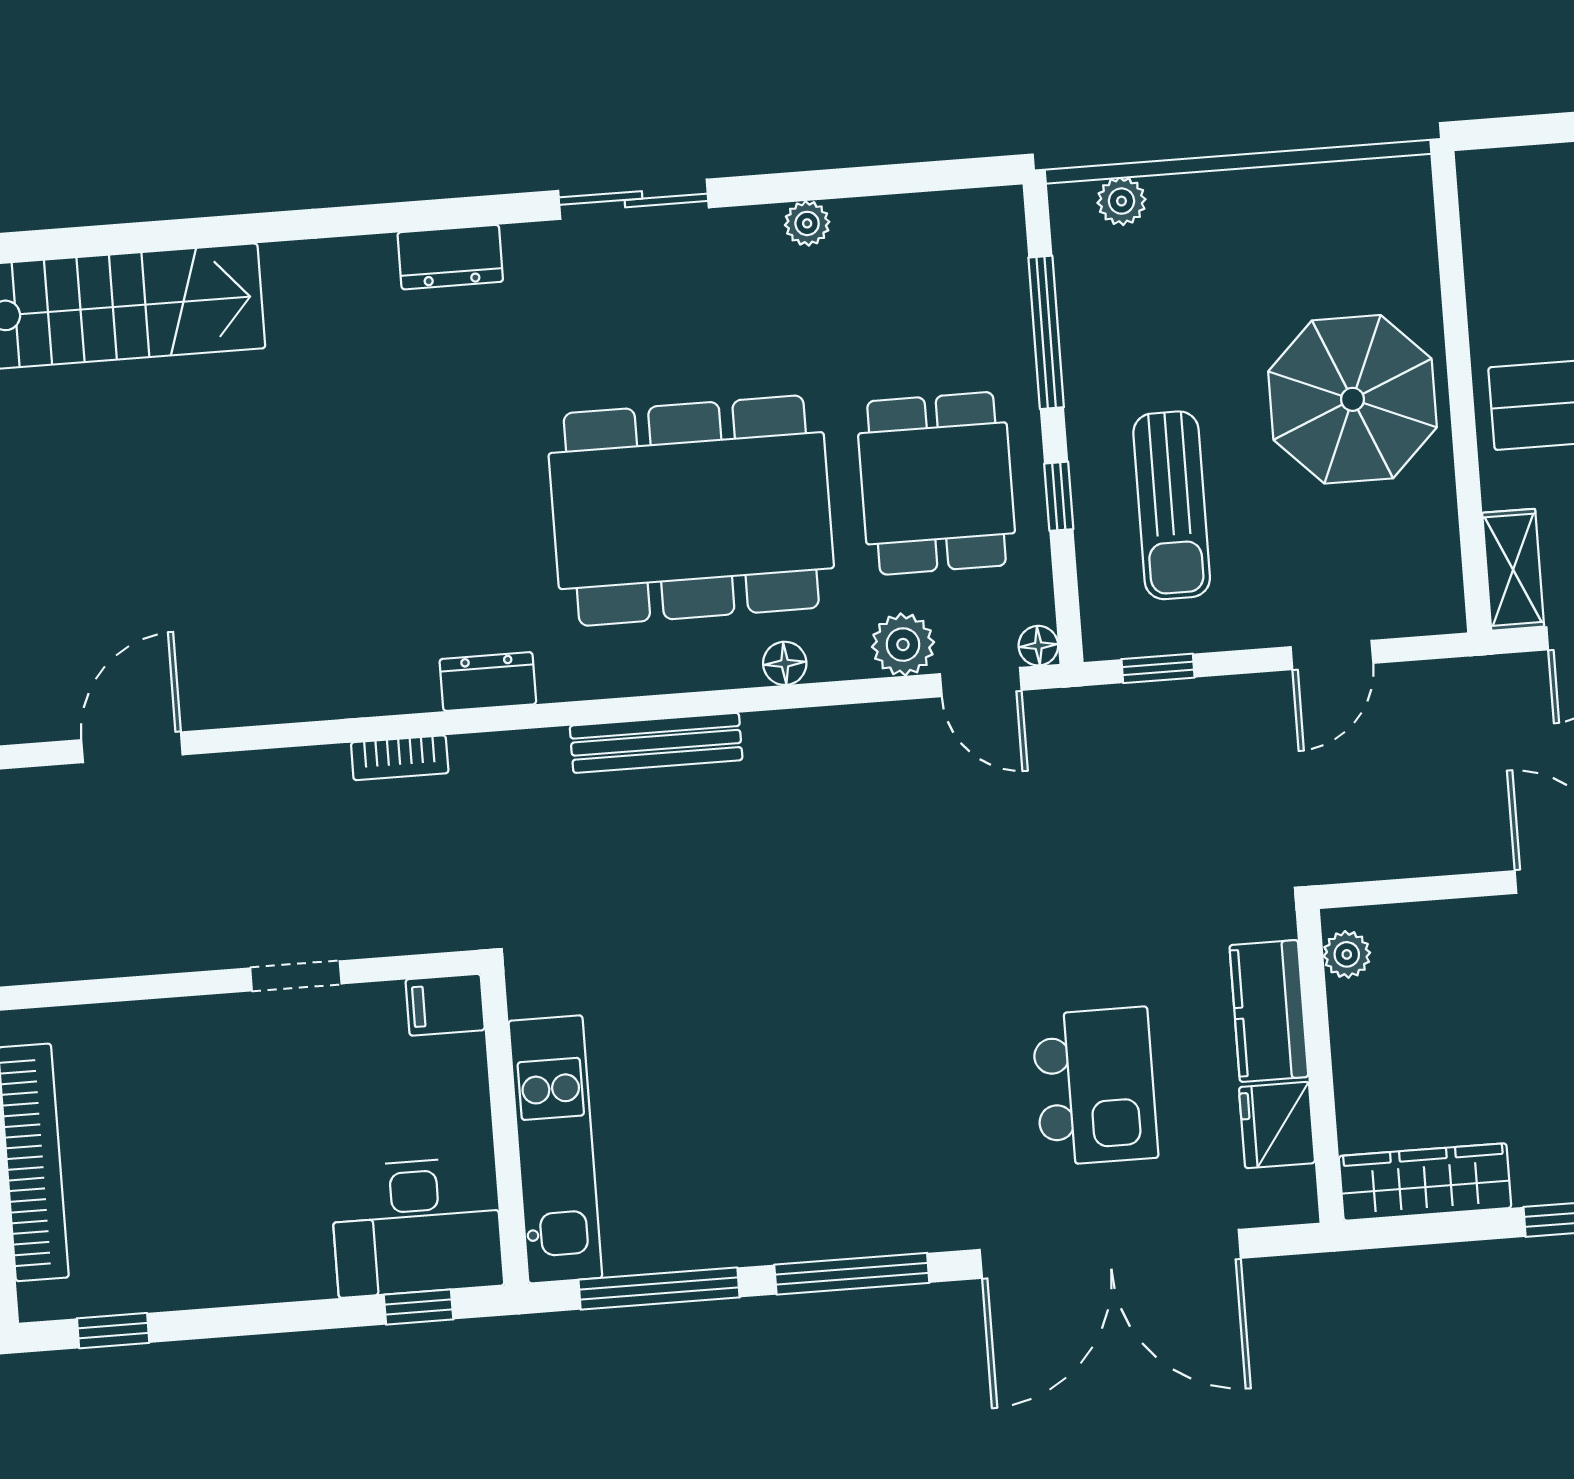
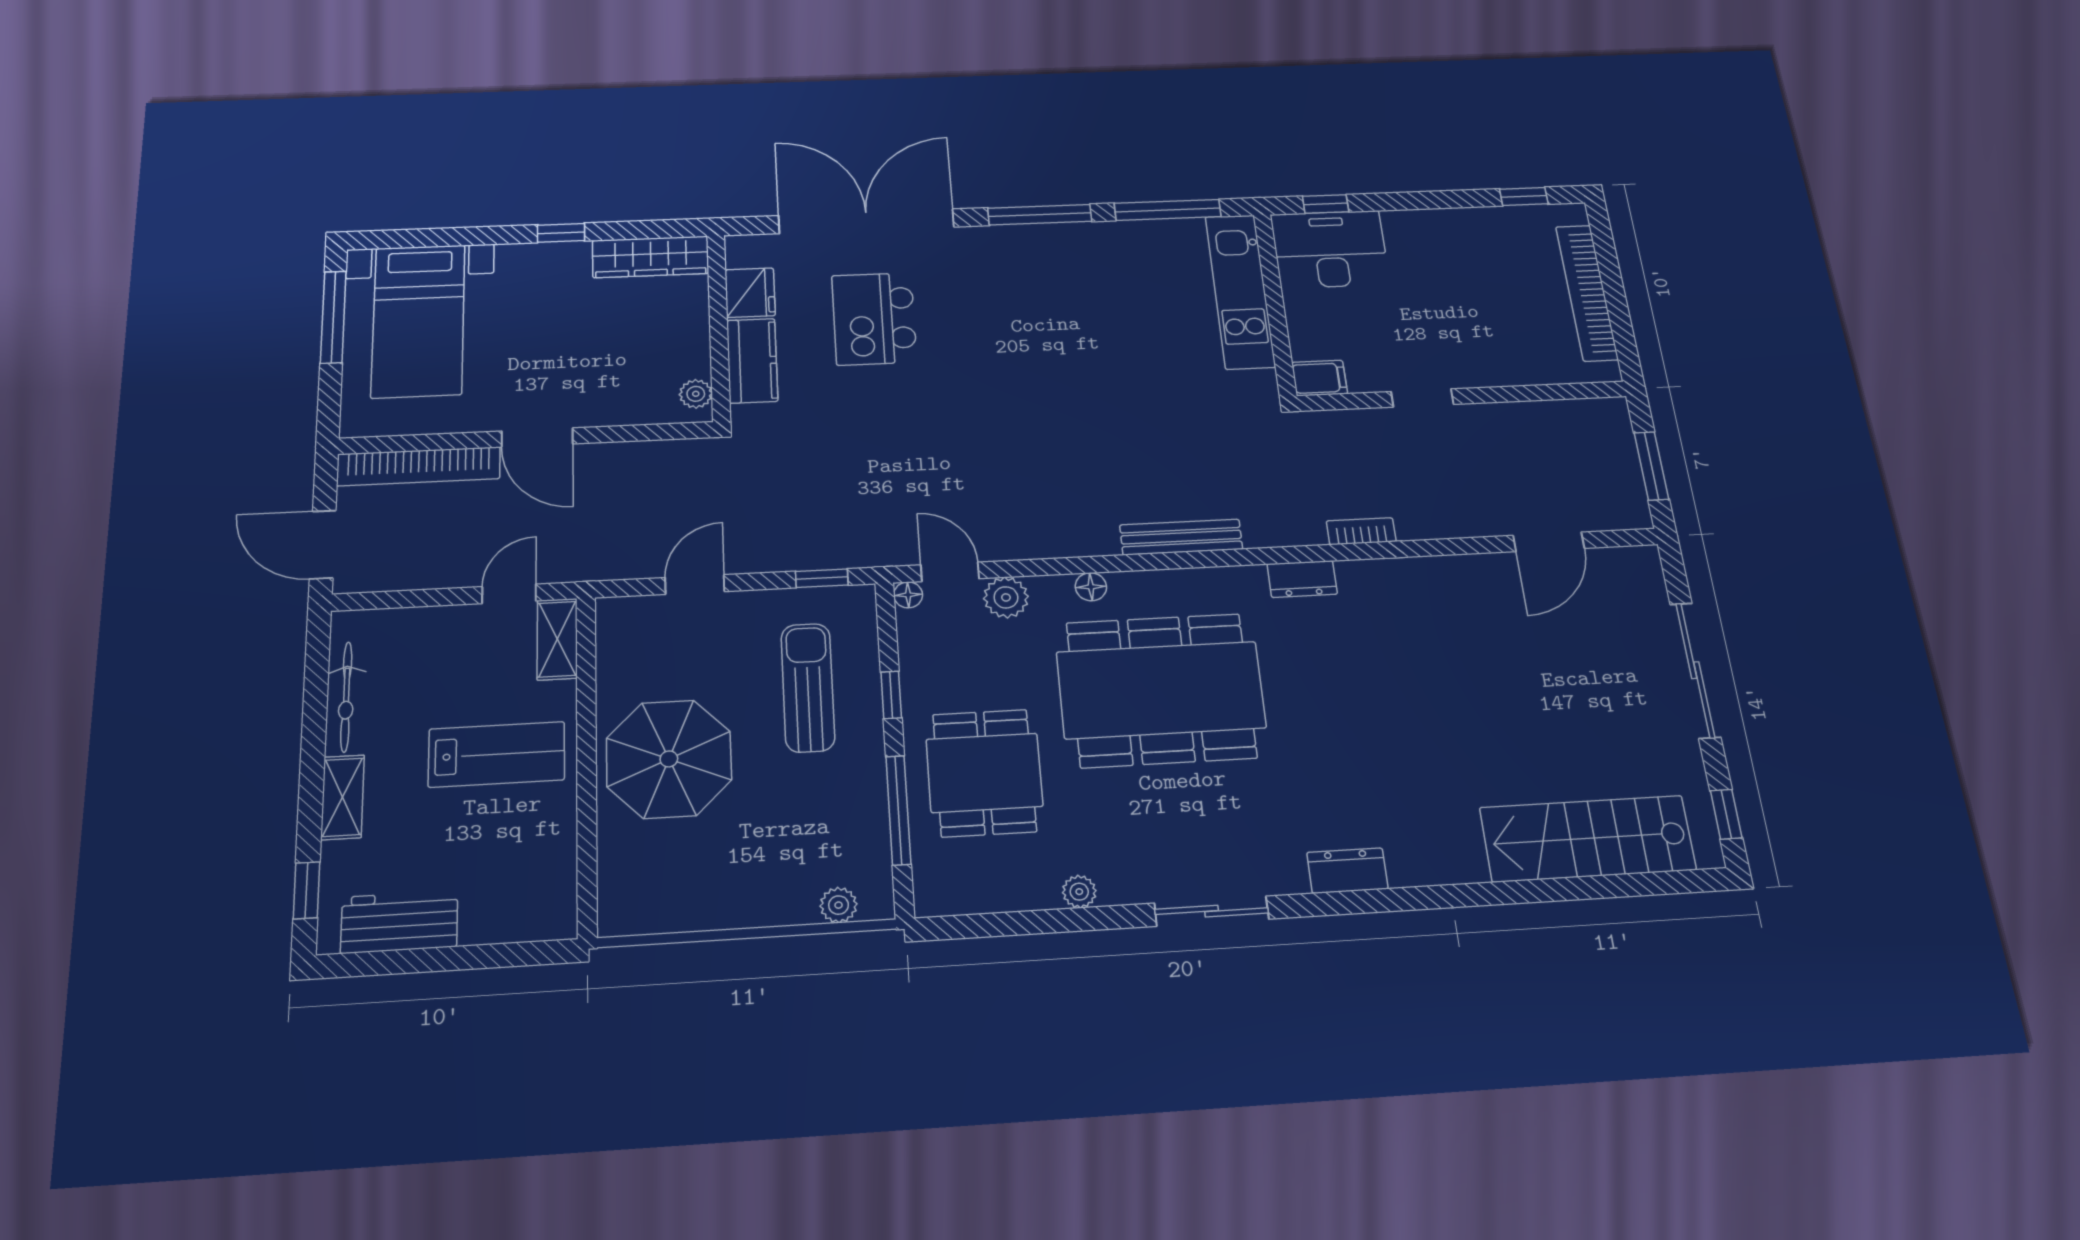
dining table: (937, 483) -> (984, 773), moved

